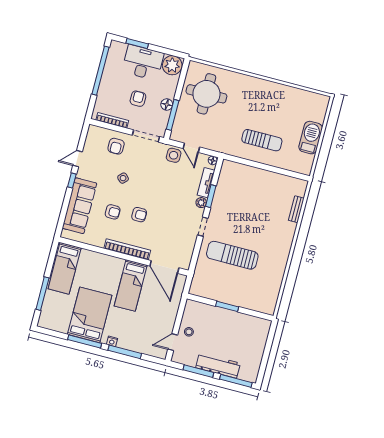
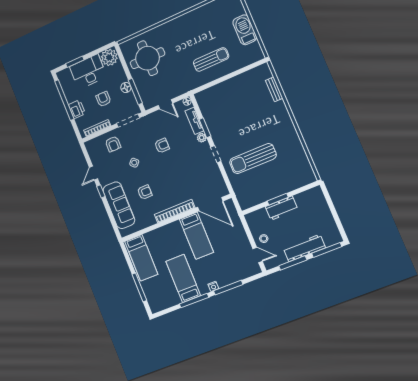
printer: (106, 88) -> (77, 109), added
side table: (174, 155) -> (157, 119), removed
armchair: (139, 215) -> (162, 146), moved
bed: (90, 315) -> (183, 278), width x0.67
workbench: (225, 317) -> (282, 208), added
door: (173, 342) -> (258, 255), swing flipped

